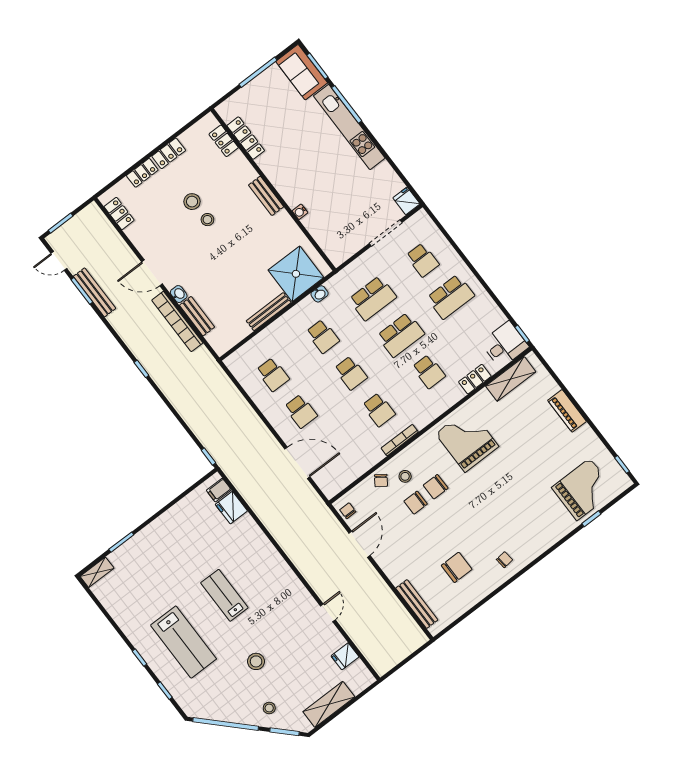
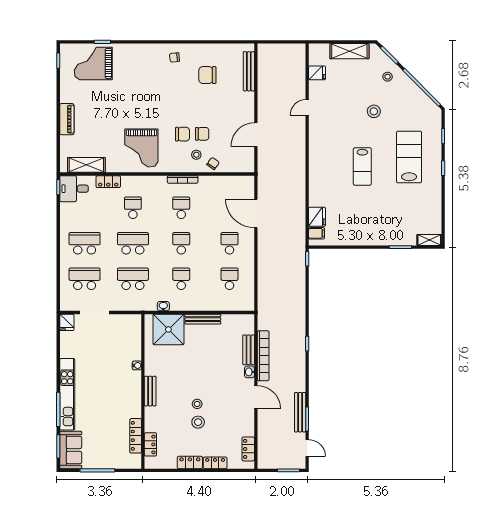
school desk: (423, 260) -> (85, 279), width x1.85
chair: (348, 511) -> (247, 160), removed

